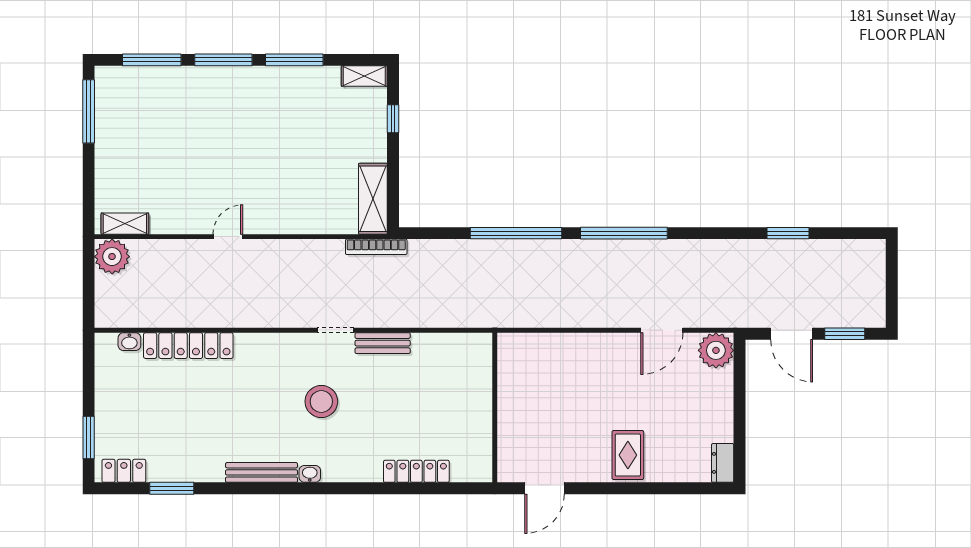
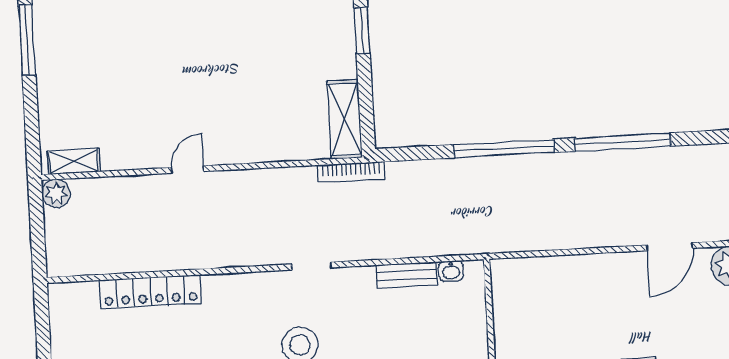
window: (393, 119) -> (362, 30), width x1.50
plant: (112, 257) -> (56, 193), width x0.73, depth x0.73
washbasin: (129, 342) -> (451, 271), moved
bench: (383, 343) -> (407, 275), moved

